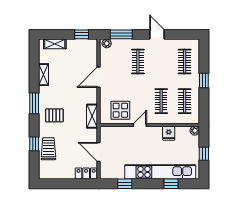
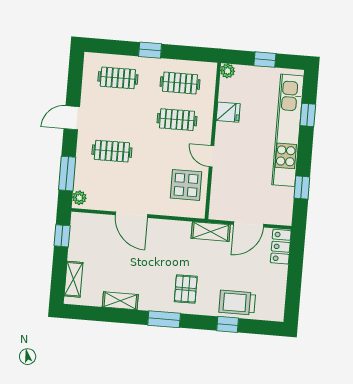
shelving: (92, 116) -> (211, 232), moved

